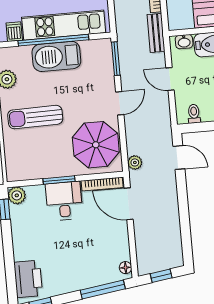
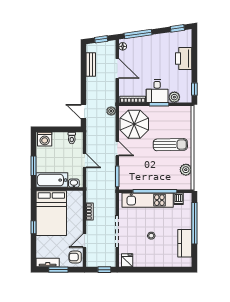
bench: (156, 33) -> (91, 64), moved
barbecue: (56, 56) -> (154, 181), removed
door: (120, 103) -> (117, 149), swing flipped
plant: (17, 195) -> (174, 97), moved
door: (129, 204) -> (117, 69), moved
printer: (28, 279) -> (184, 59), moved

